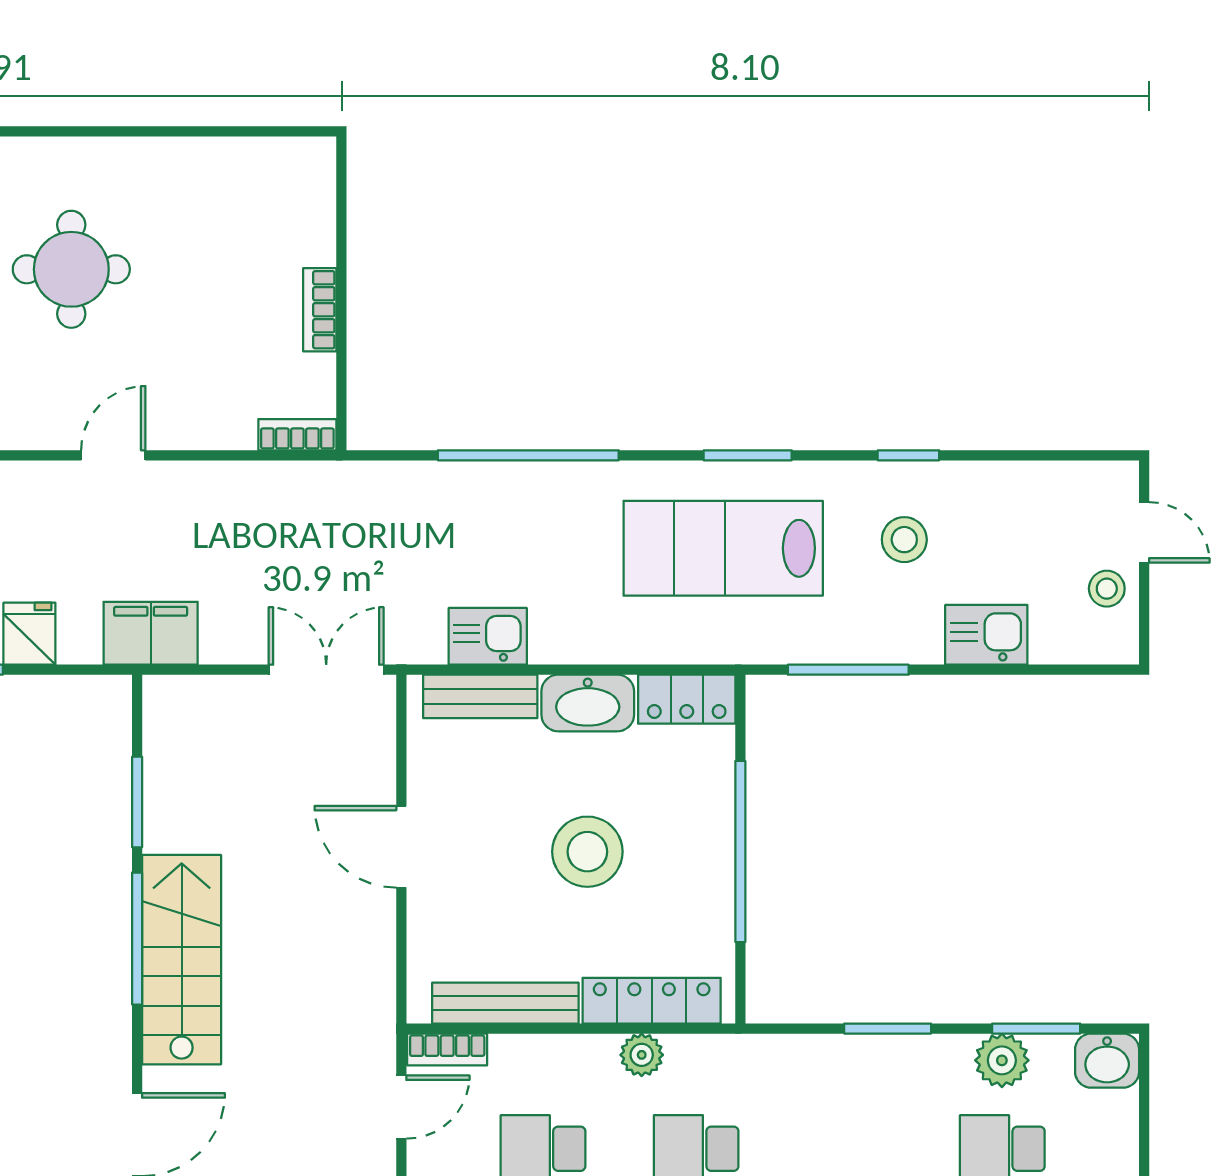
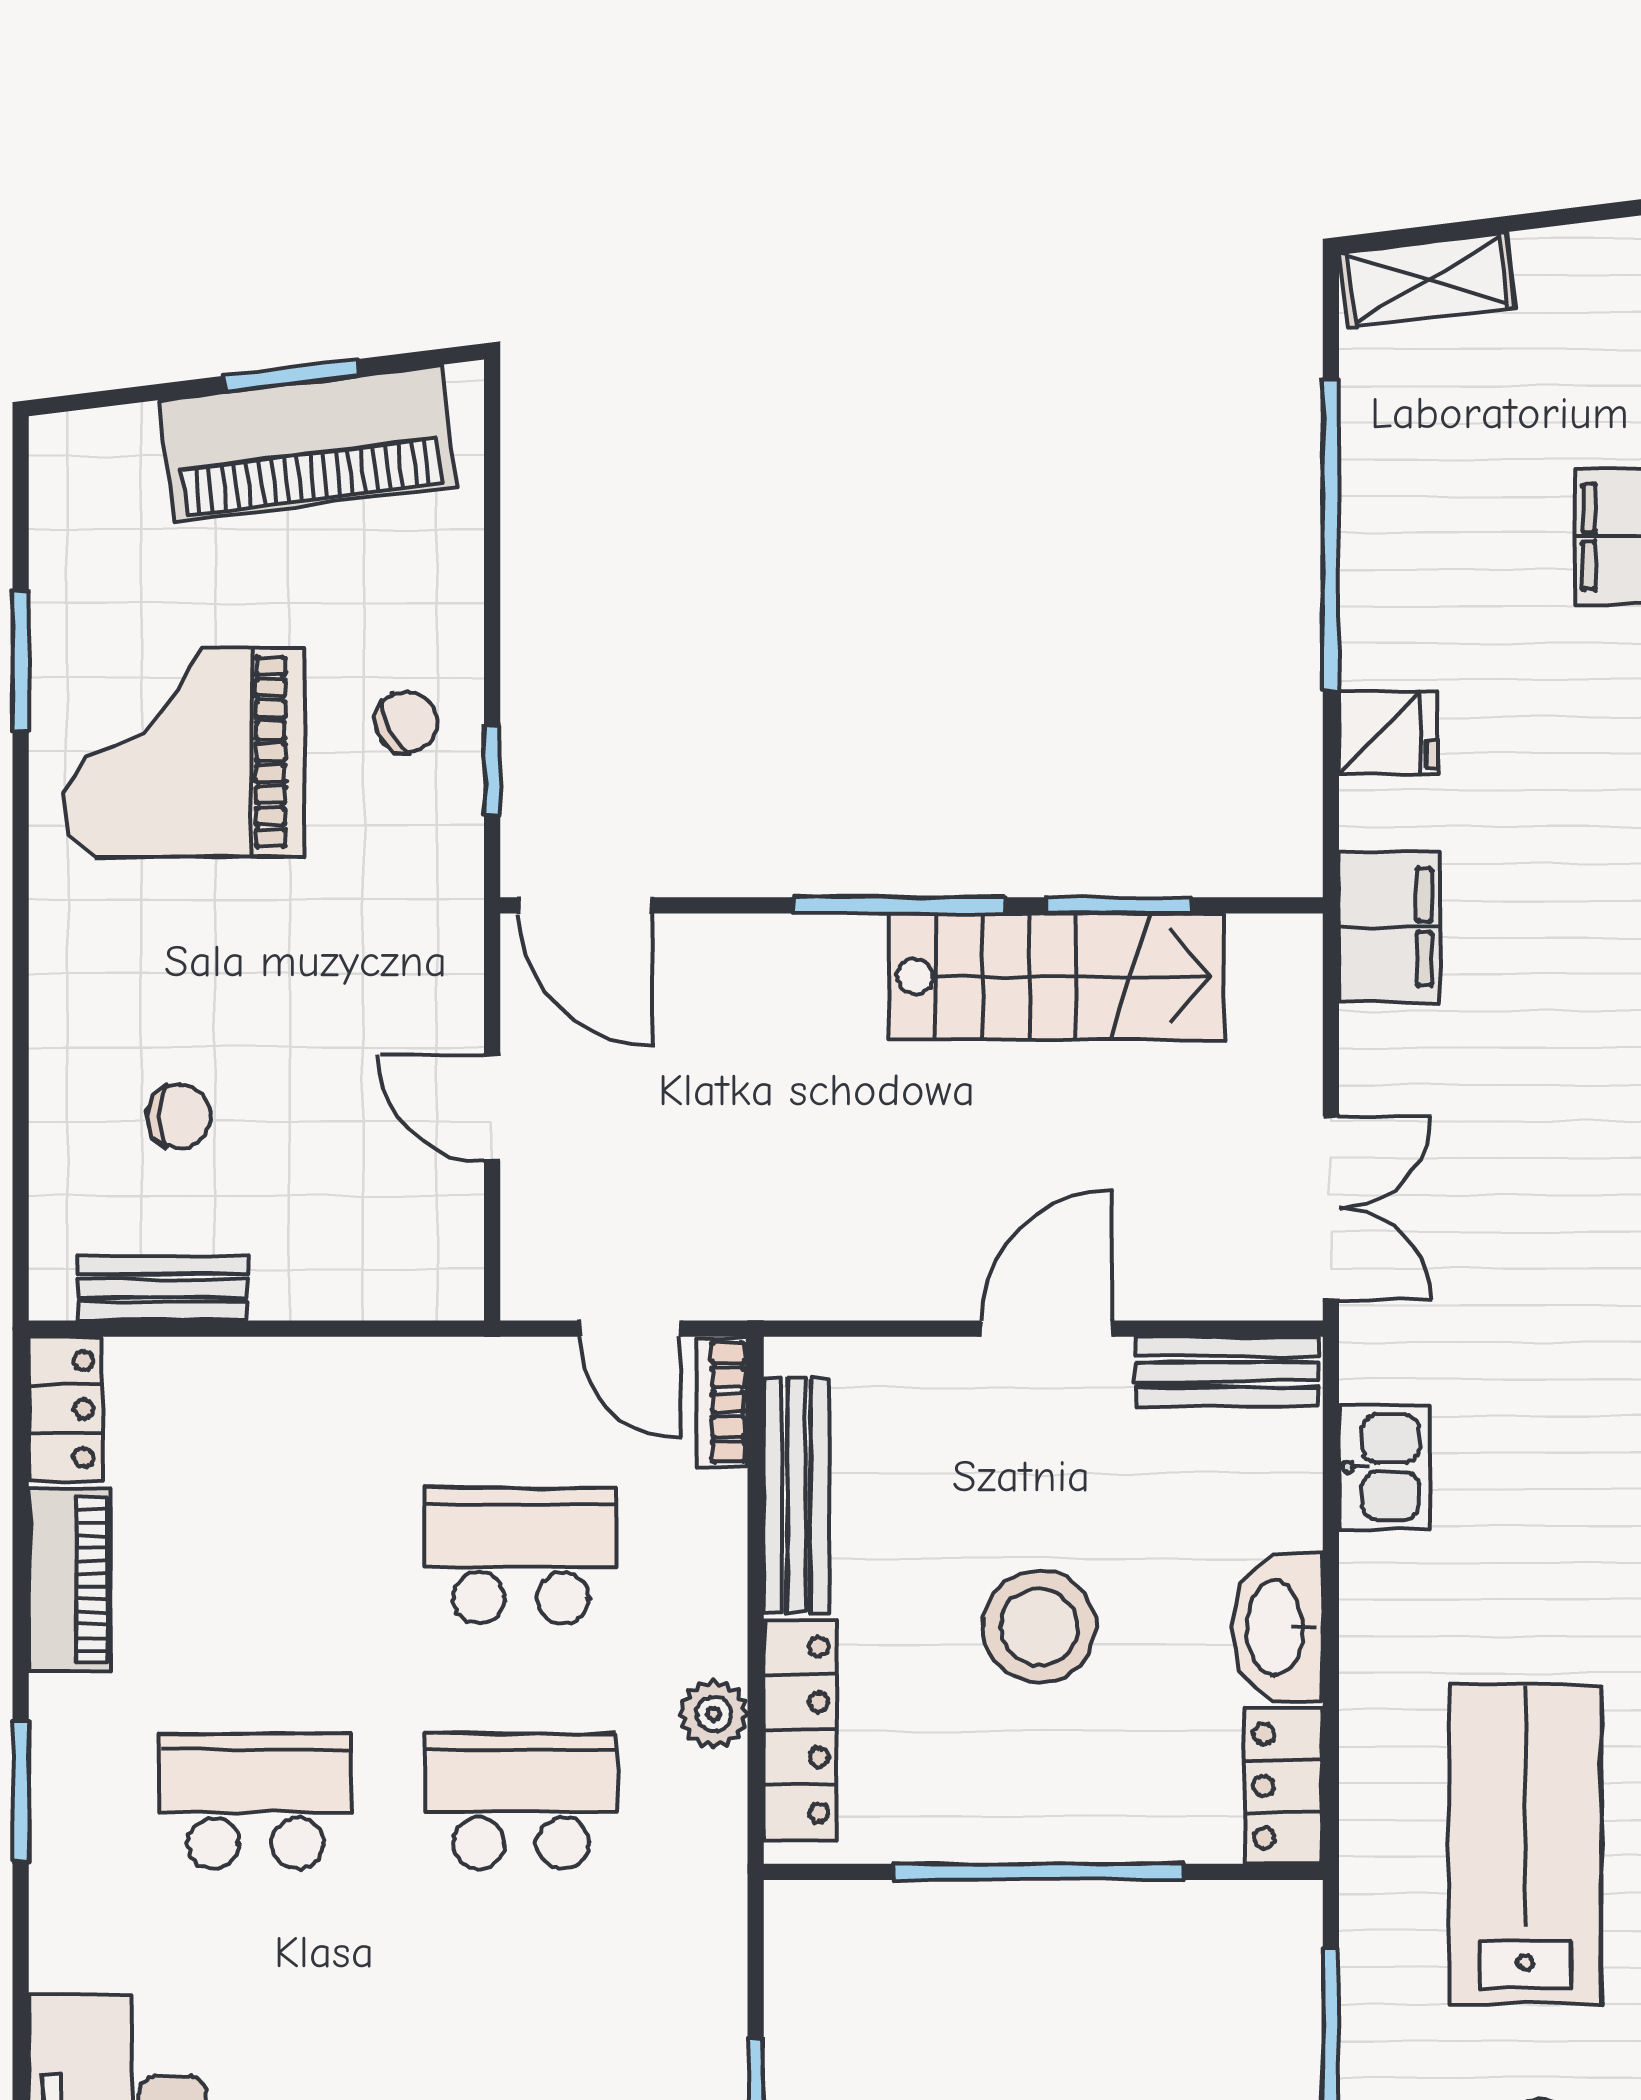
bench: (480, 696) -> (1227, 1372), moved, turned 90
stairs: (182, 960) -> (1056, 977), moved

